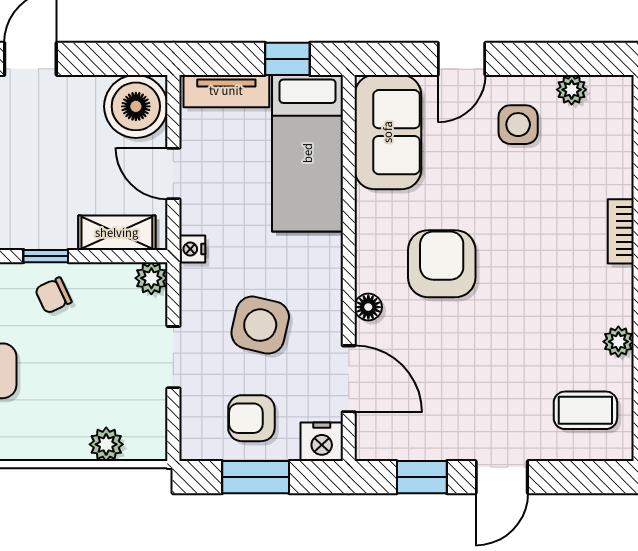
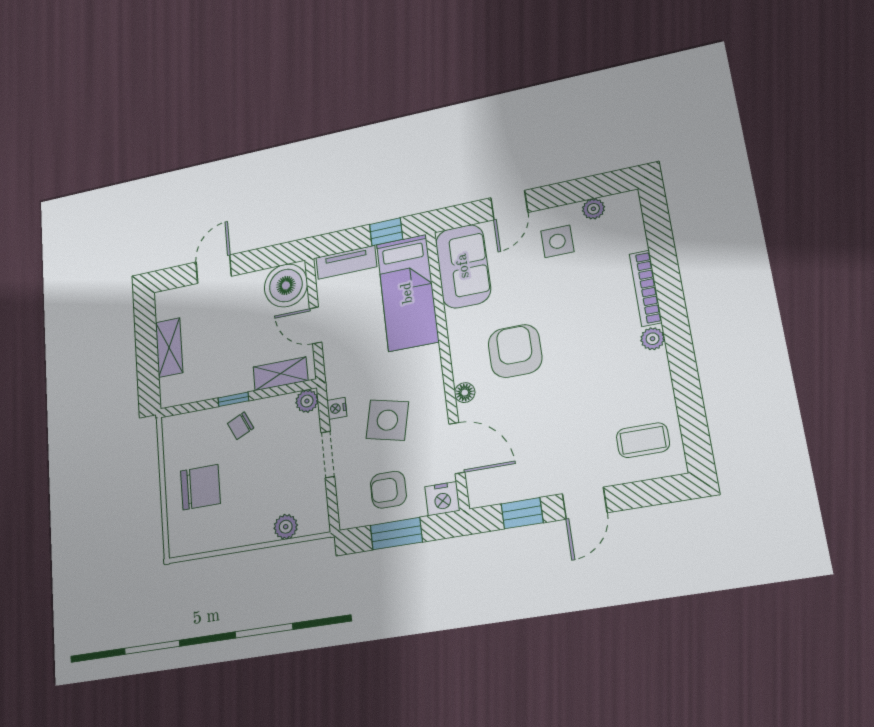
bookcase: (621, 231) -> (646, 288), width x1.56
nightstand: (192, 249) -> (337, 408), moved
plant: (618, 342) -> (653, 339), moved

